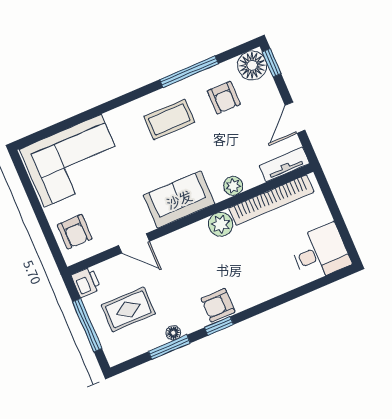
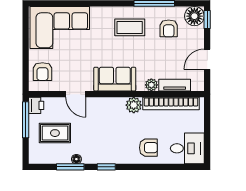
tv unit: (284, 164) -> (175, 85), moved
armchair: (218, 305) -> (148, 148), moved, turned 180
window: (87, 325) -> (26, 120), moved

